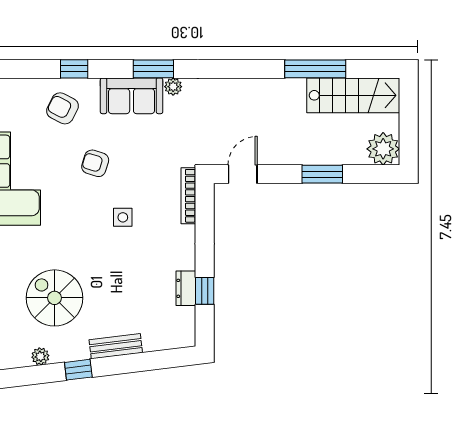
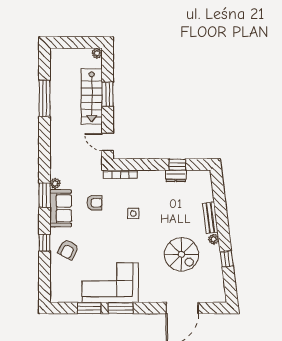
stairs: (353, 95) -> (92, 96), moved, turned 180
plant: (383, 149) -> (97, 53), width x0.53, depth x0.53
armchair: (95, 163) -> (94, 203), moved, turned -107
spiral stairs: (55, 298) -> (182, 254), turned -90
plant: (40, 356) -> (214, 239), moved
window: (78, 370) -> (227, 259), moved

